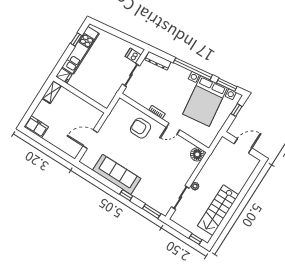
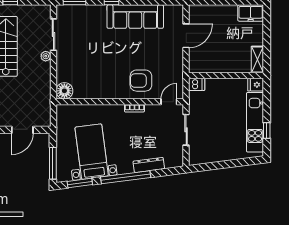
dishwasher: (133, 56) -> (197, 84), moved
dresser: (158, 61) -> (149, 165), moved
bed with nightstands: (205, 101) -> (92, 152), width x0.73
window: (237, 110) -> (53, 163), width x2.17
armchair: (141, 128) -> (141, 81), turned 180
door: (173, 129) -> (169, 102), moved

